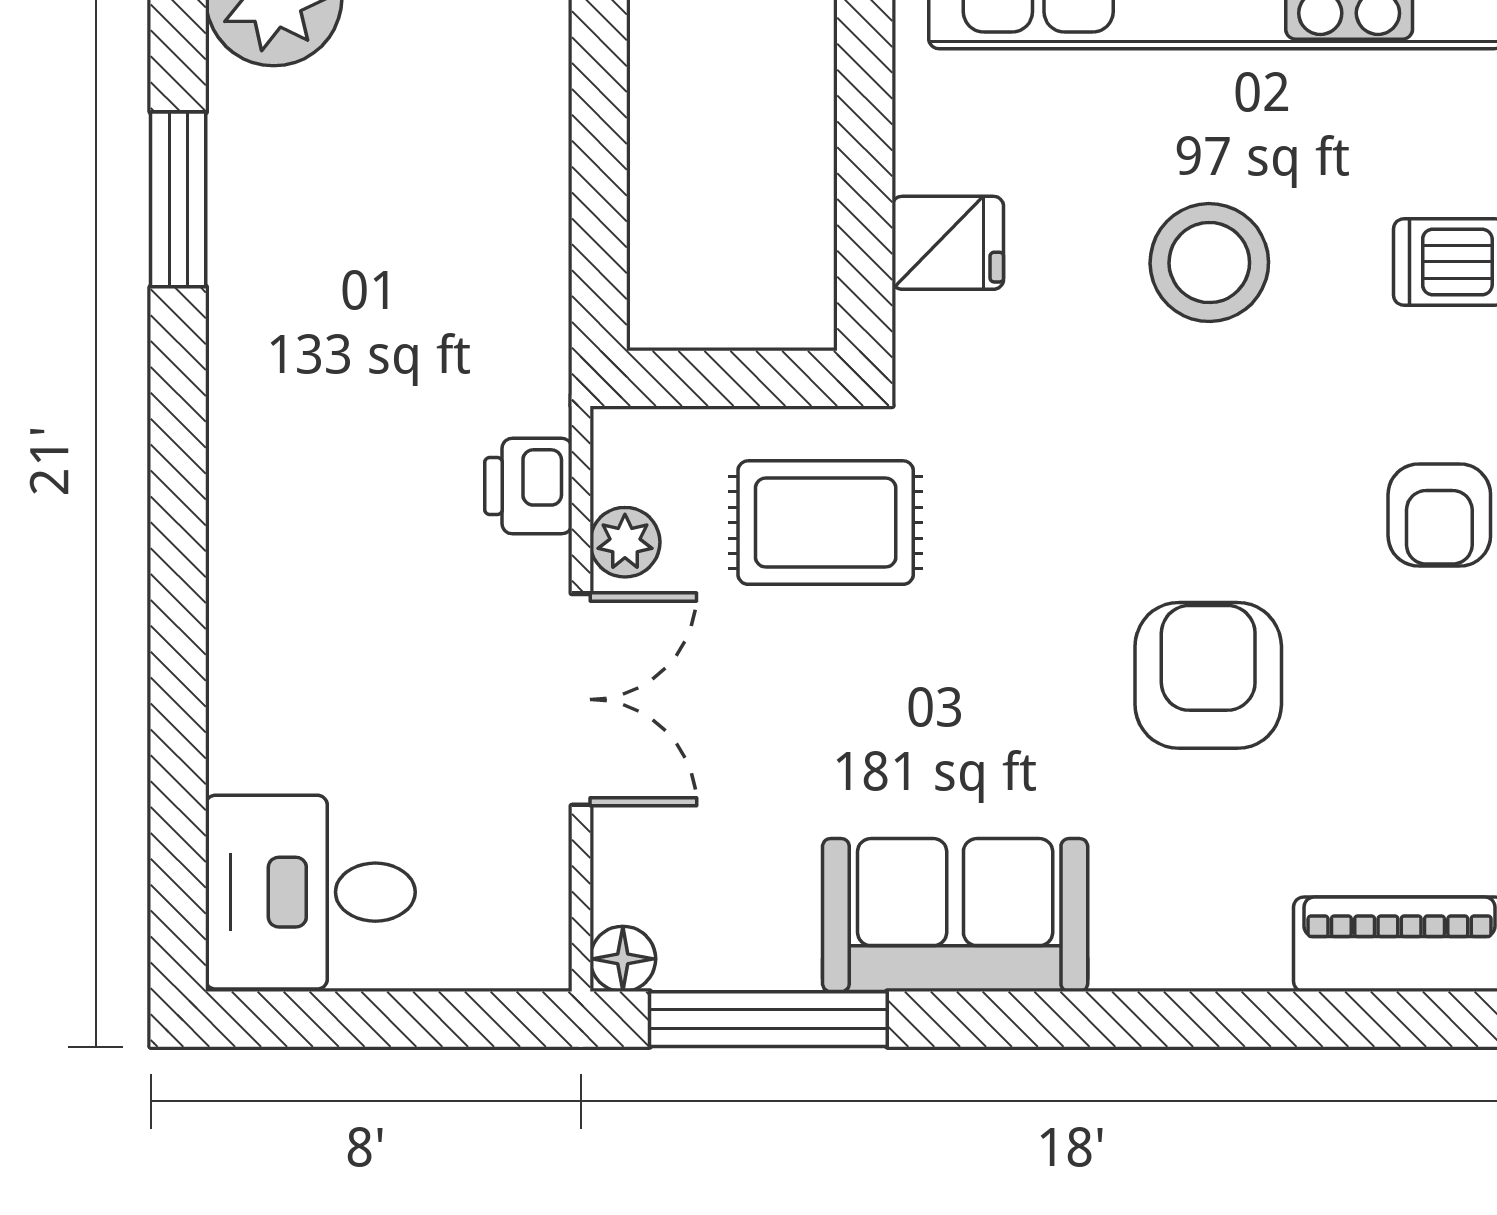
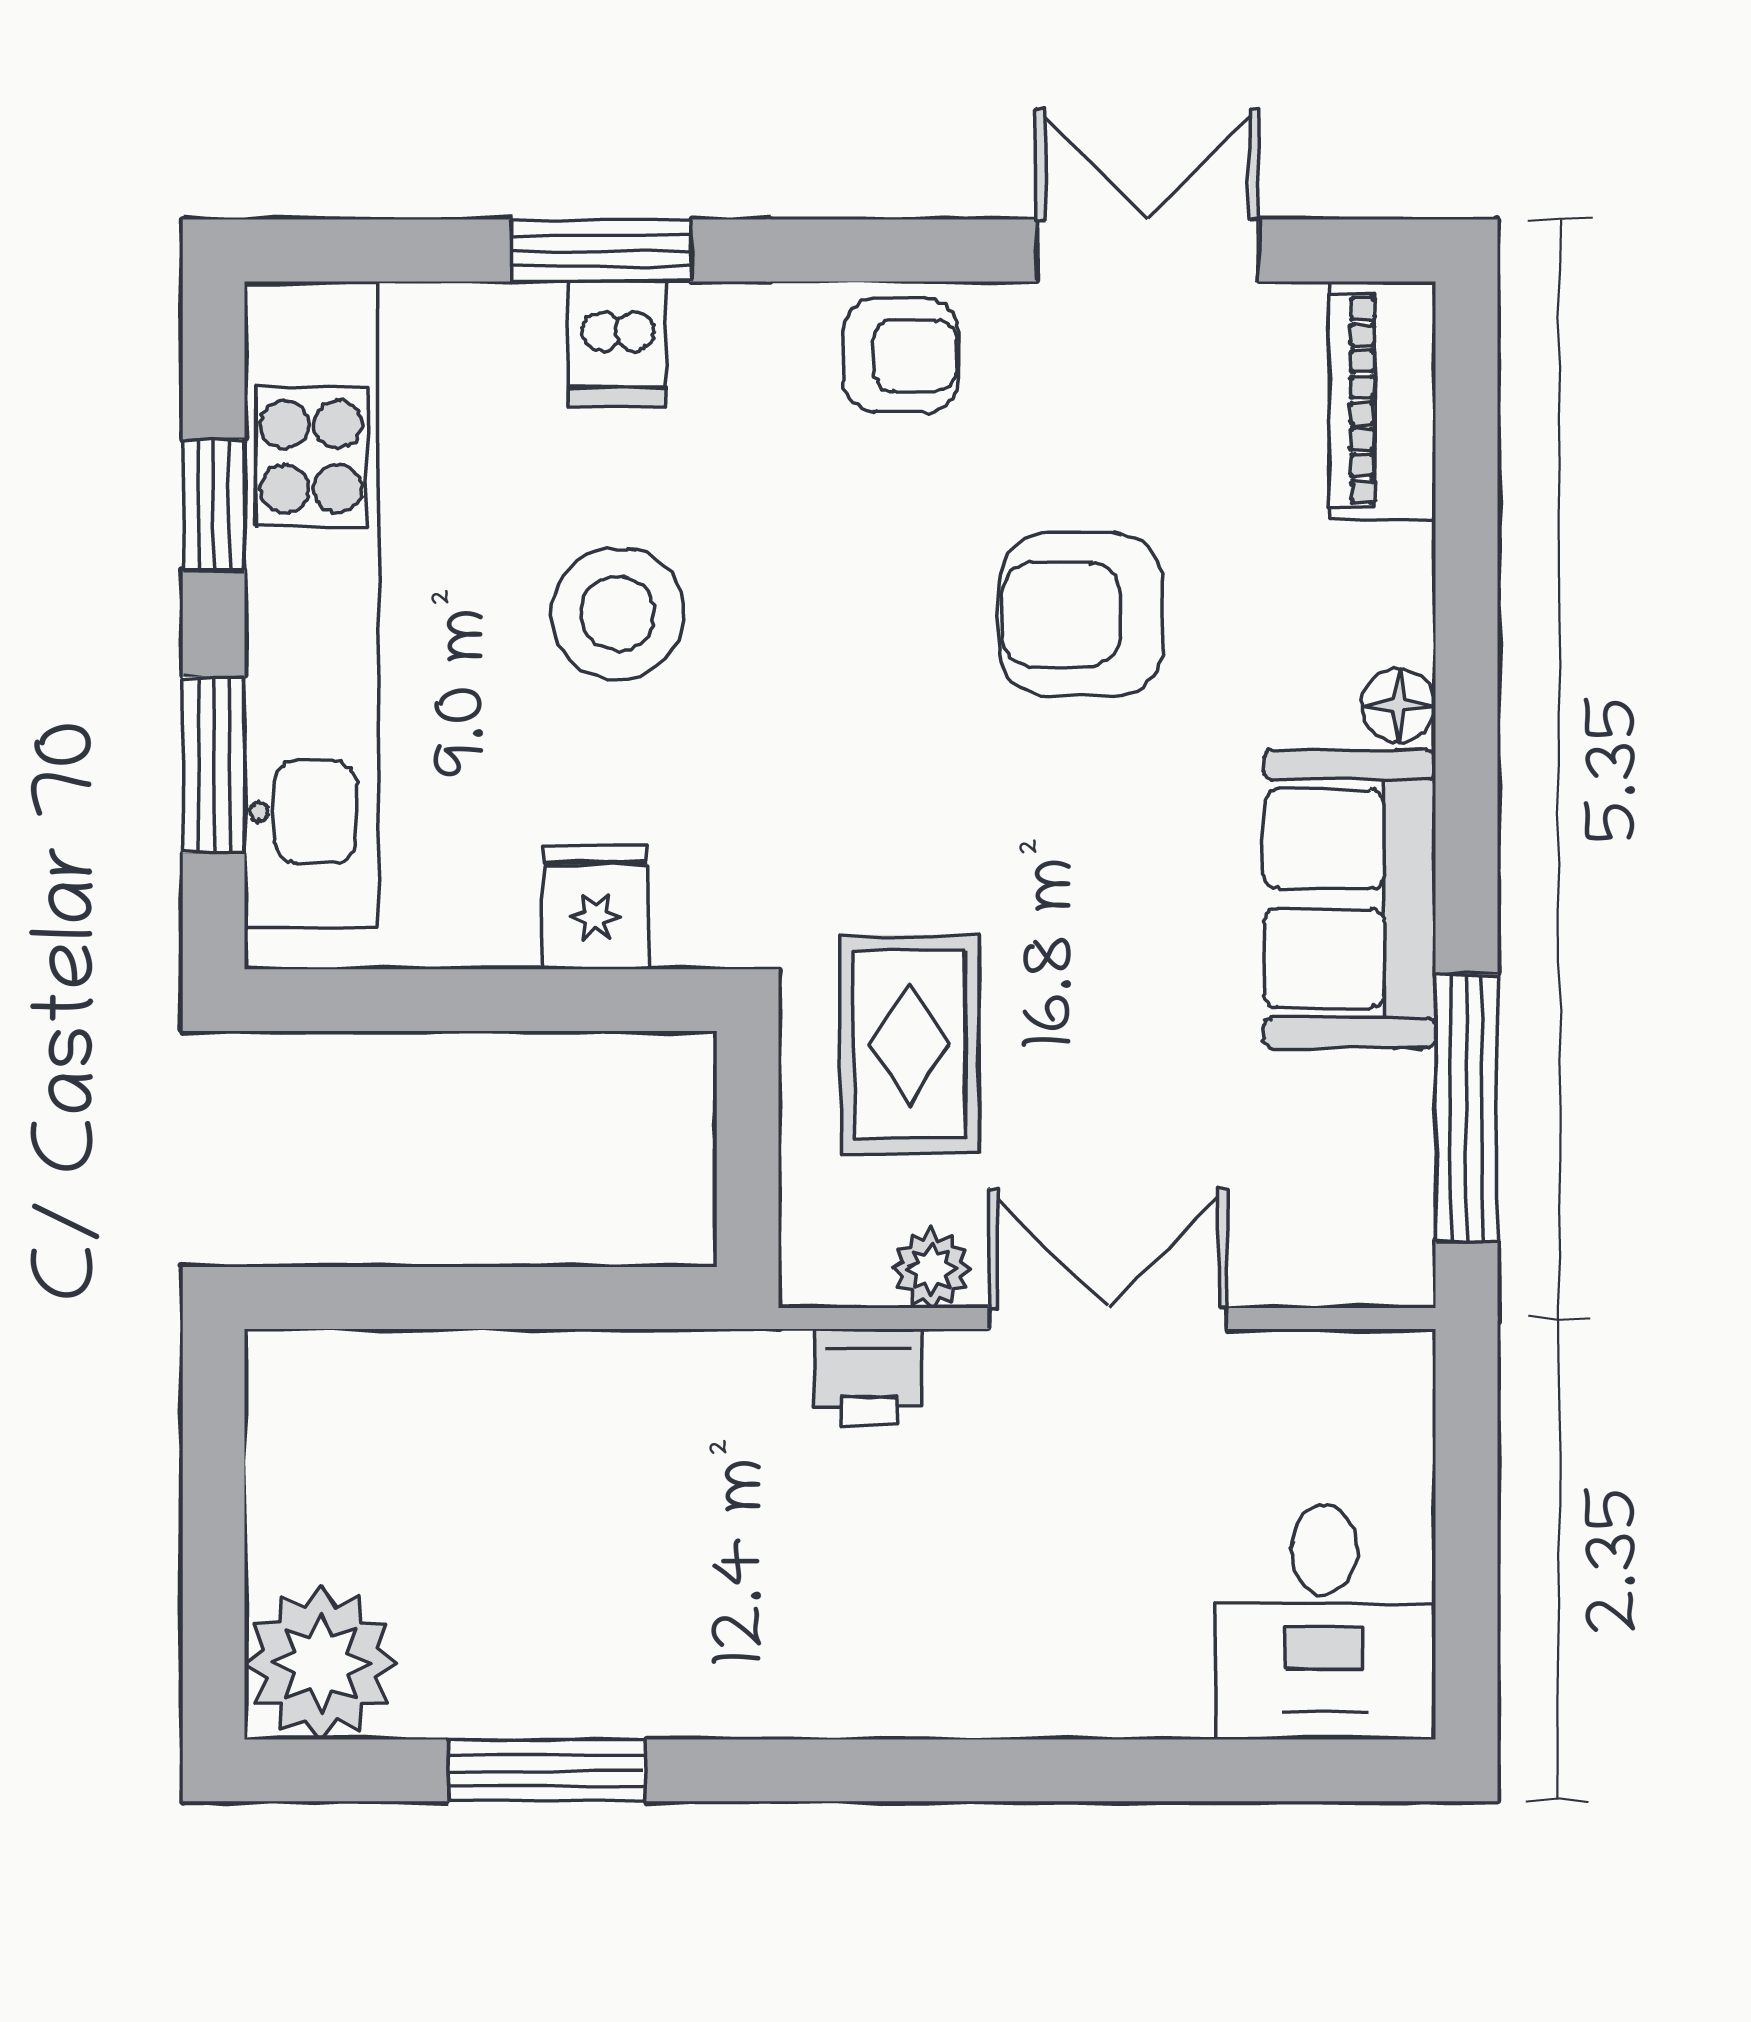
floor lamp: (623, 959) -> (1399, 705), moved

